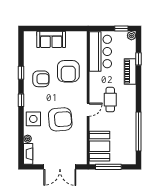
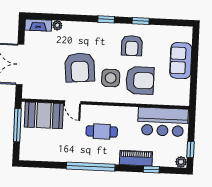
armchair: (68, 71) -> (140, 80), turned 180
door: (88, 110) -> (73, 102), moved
side table: (33, 119) -> (111, 78), moved
window: (139, 131) -> (91, 167), moved

